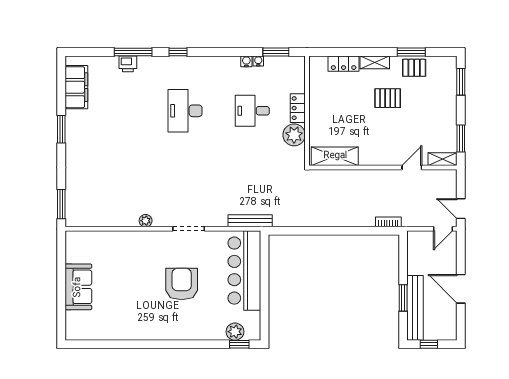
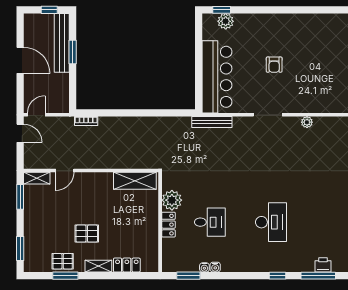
armchair: (182, 284) -> (274, 65), width x0.53, depth x0.53

